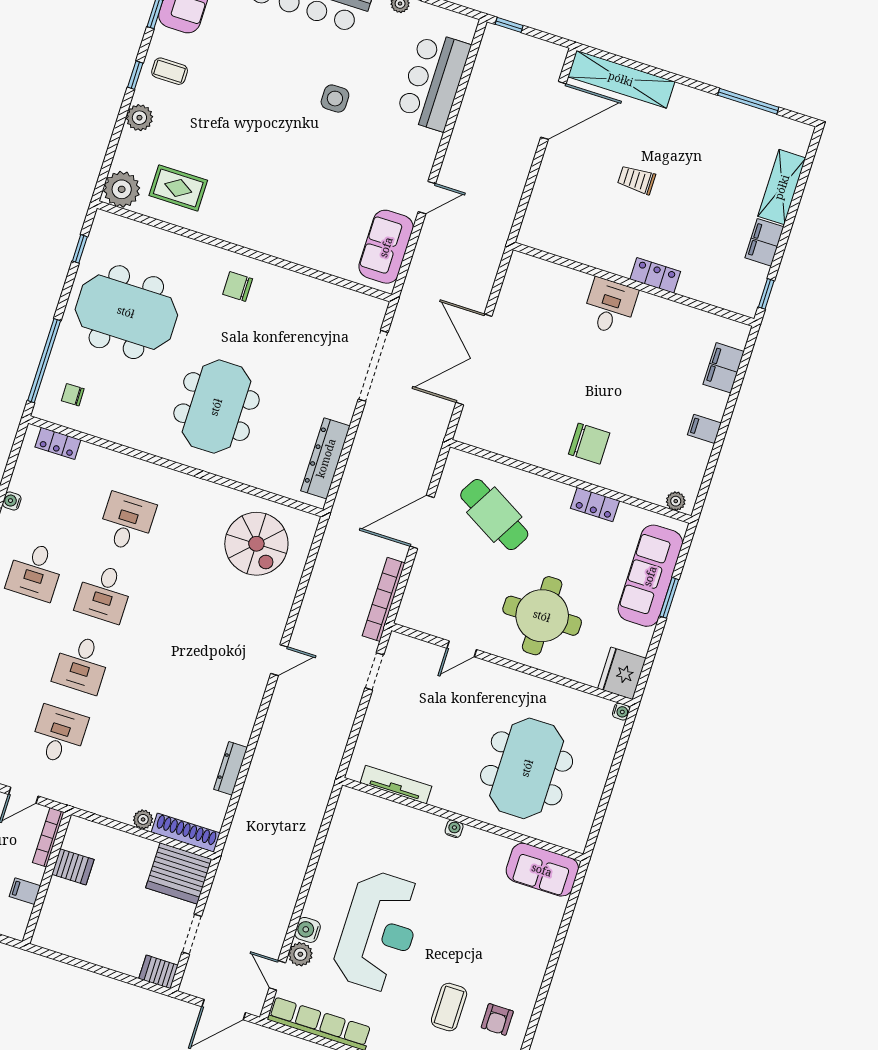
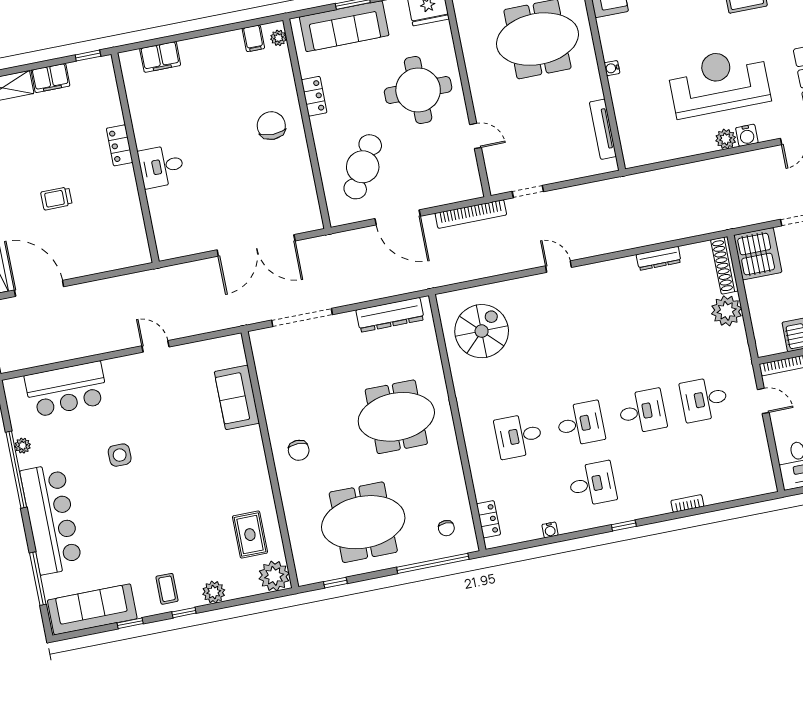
trolley: (636, 180) -> (56, 198), turned 90
sofa: (386, 247) -> (237, 397), moved, turned 90
meeting table: (126, 312) -> (363, 522), turned 90
filing cabinet: (704, 429) -> (253, 38), moved
plant: (143, 819) -> (727, 311), width x1.88, depth x1.88
plant: (300, 954) -> (726, 139), moved

